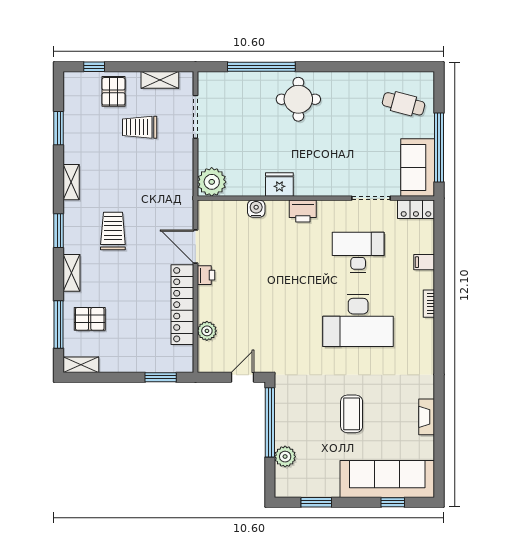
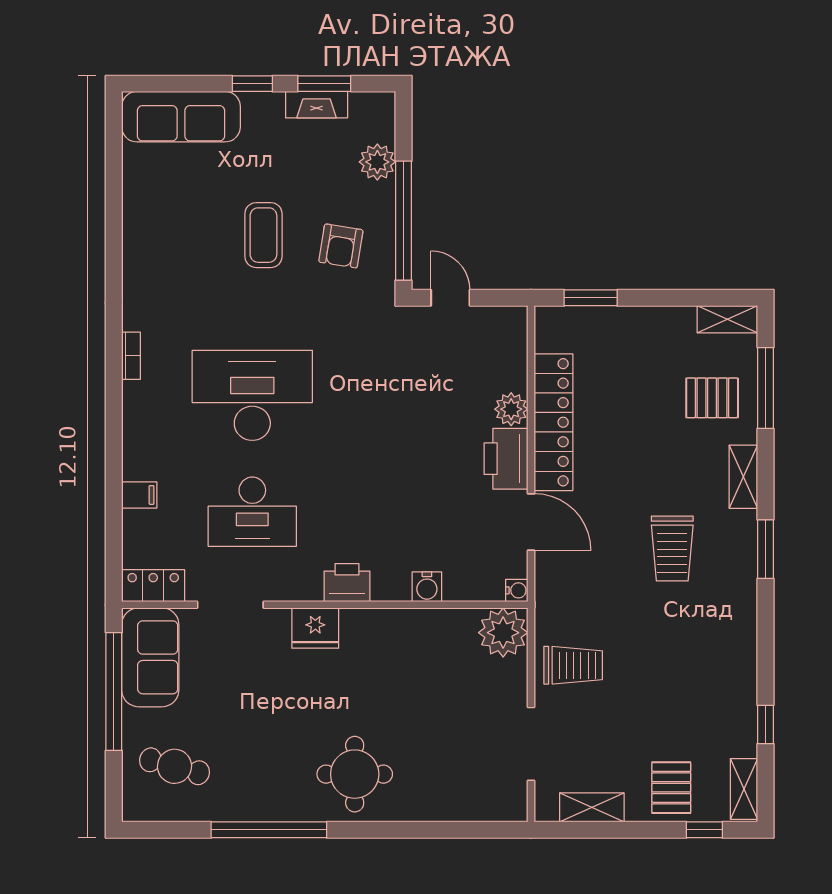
window: (261, 67) -> (269, 830), moved
trolley: (140, 127) -> (573, 665), moved
window: (59, 128) -> (765, 725), width x0.67
shelving: (71, 182) -> (744, 789), moved
fridge: (279, 185) -> (315, 628), moved
water cooler: (204, 206) -> (517, 590), added
printer: (206, 275) -> (506, 459), width x1.87, depth x1.48
bookcase: (429, 304) -> (131, 356), moved
plant: (207, 331) -> (511, 409), moved
door: (243, 377) -> (450, 298), swing flipped
armchair: (306, 408) -> (341, 246), added
fireplace: (427, 417) -> (317, 105), moved, turned 90
sofa: (387, 479) -> (181, 117), width x0.74, depth x0.79
window: (393, 502) -> (252, 84), moved

